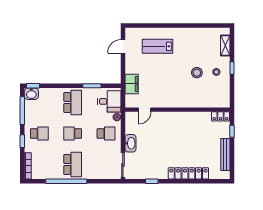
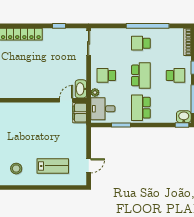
stool: (197, 73) -> (16, 169), moved
filing cabinet: (132, 84) -> (80, 113), moved
school desk: (39, 133) -> (176, 75), turned 180
school desk: (73, 133) -> (141, 75), width x1.85
washbasin: (130, 143) -> (81, 89), moved
school desk: (73, 165) -> (141, 43), width x0.54

